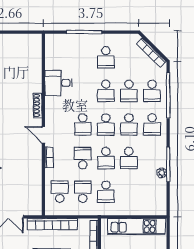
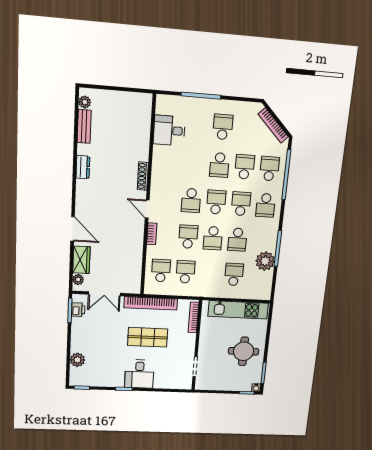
school desk: (106, 57) -> (223, 127), turned 180
desk: (59, 83) -> (169, 130), moved
school desk: (129, 91) -> (245, 167), turned 180
school desk: (152, 91) -> (270, 169), turned 180
school desk: (106, 124) -> (216, 202), turned 180
school desk: (129, 124) -> (241, 204), turned 180
plant: (162, 173) -> (265, 261), width x1.88, depth x1.88
school desk: (106, 192) -> (234, 274), moved, turned 180

